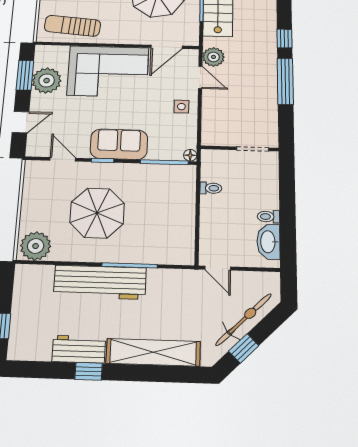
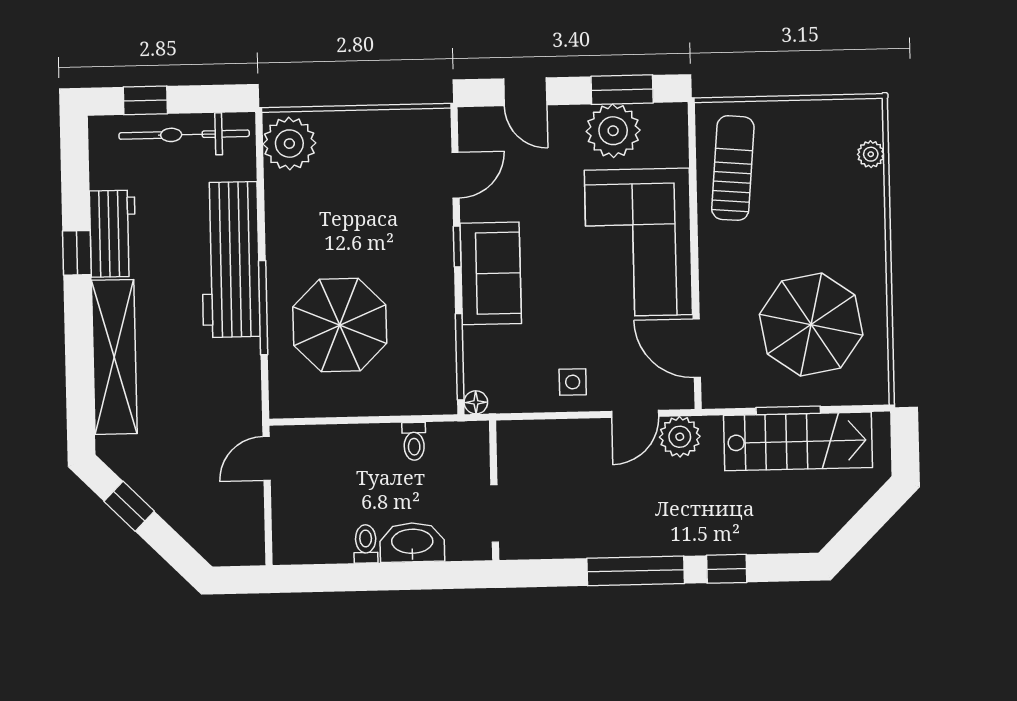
parasol: (97, 213) -> (340, 325), moved
washbasin: (269, 242) -> (412, 542), moved
bicycle: (244, 319) -> (184, 135), moved, turned 135

